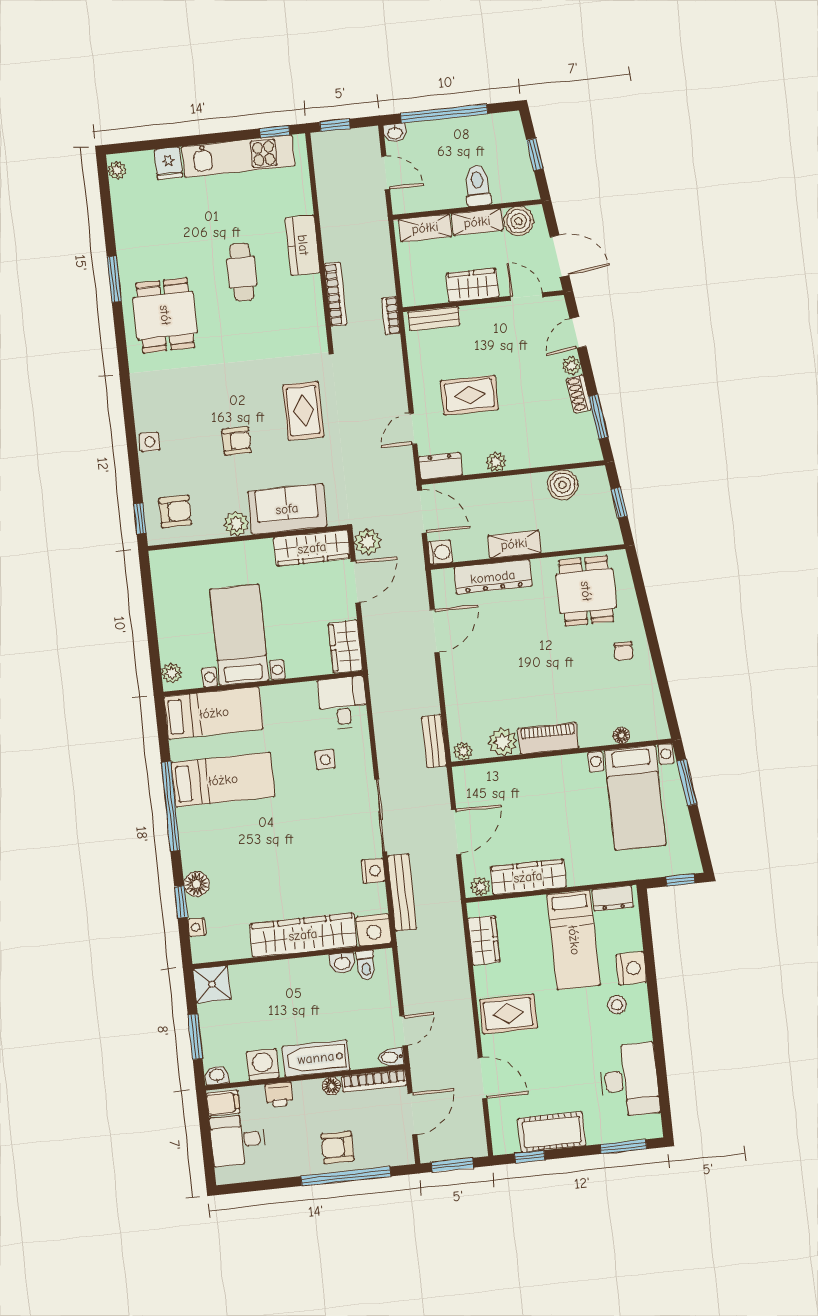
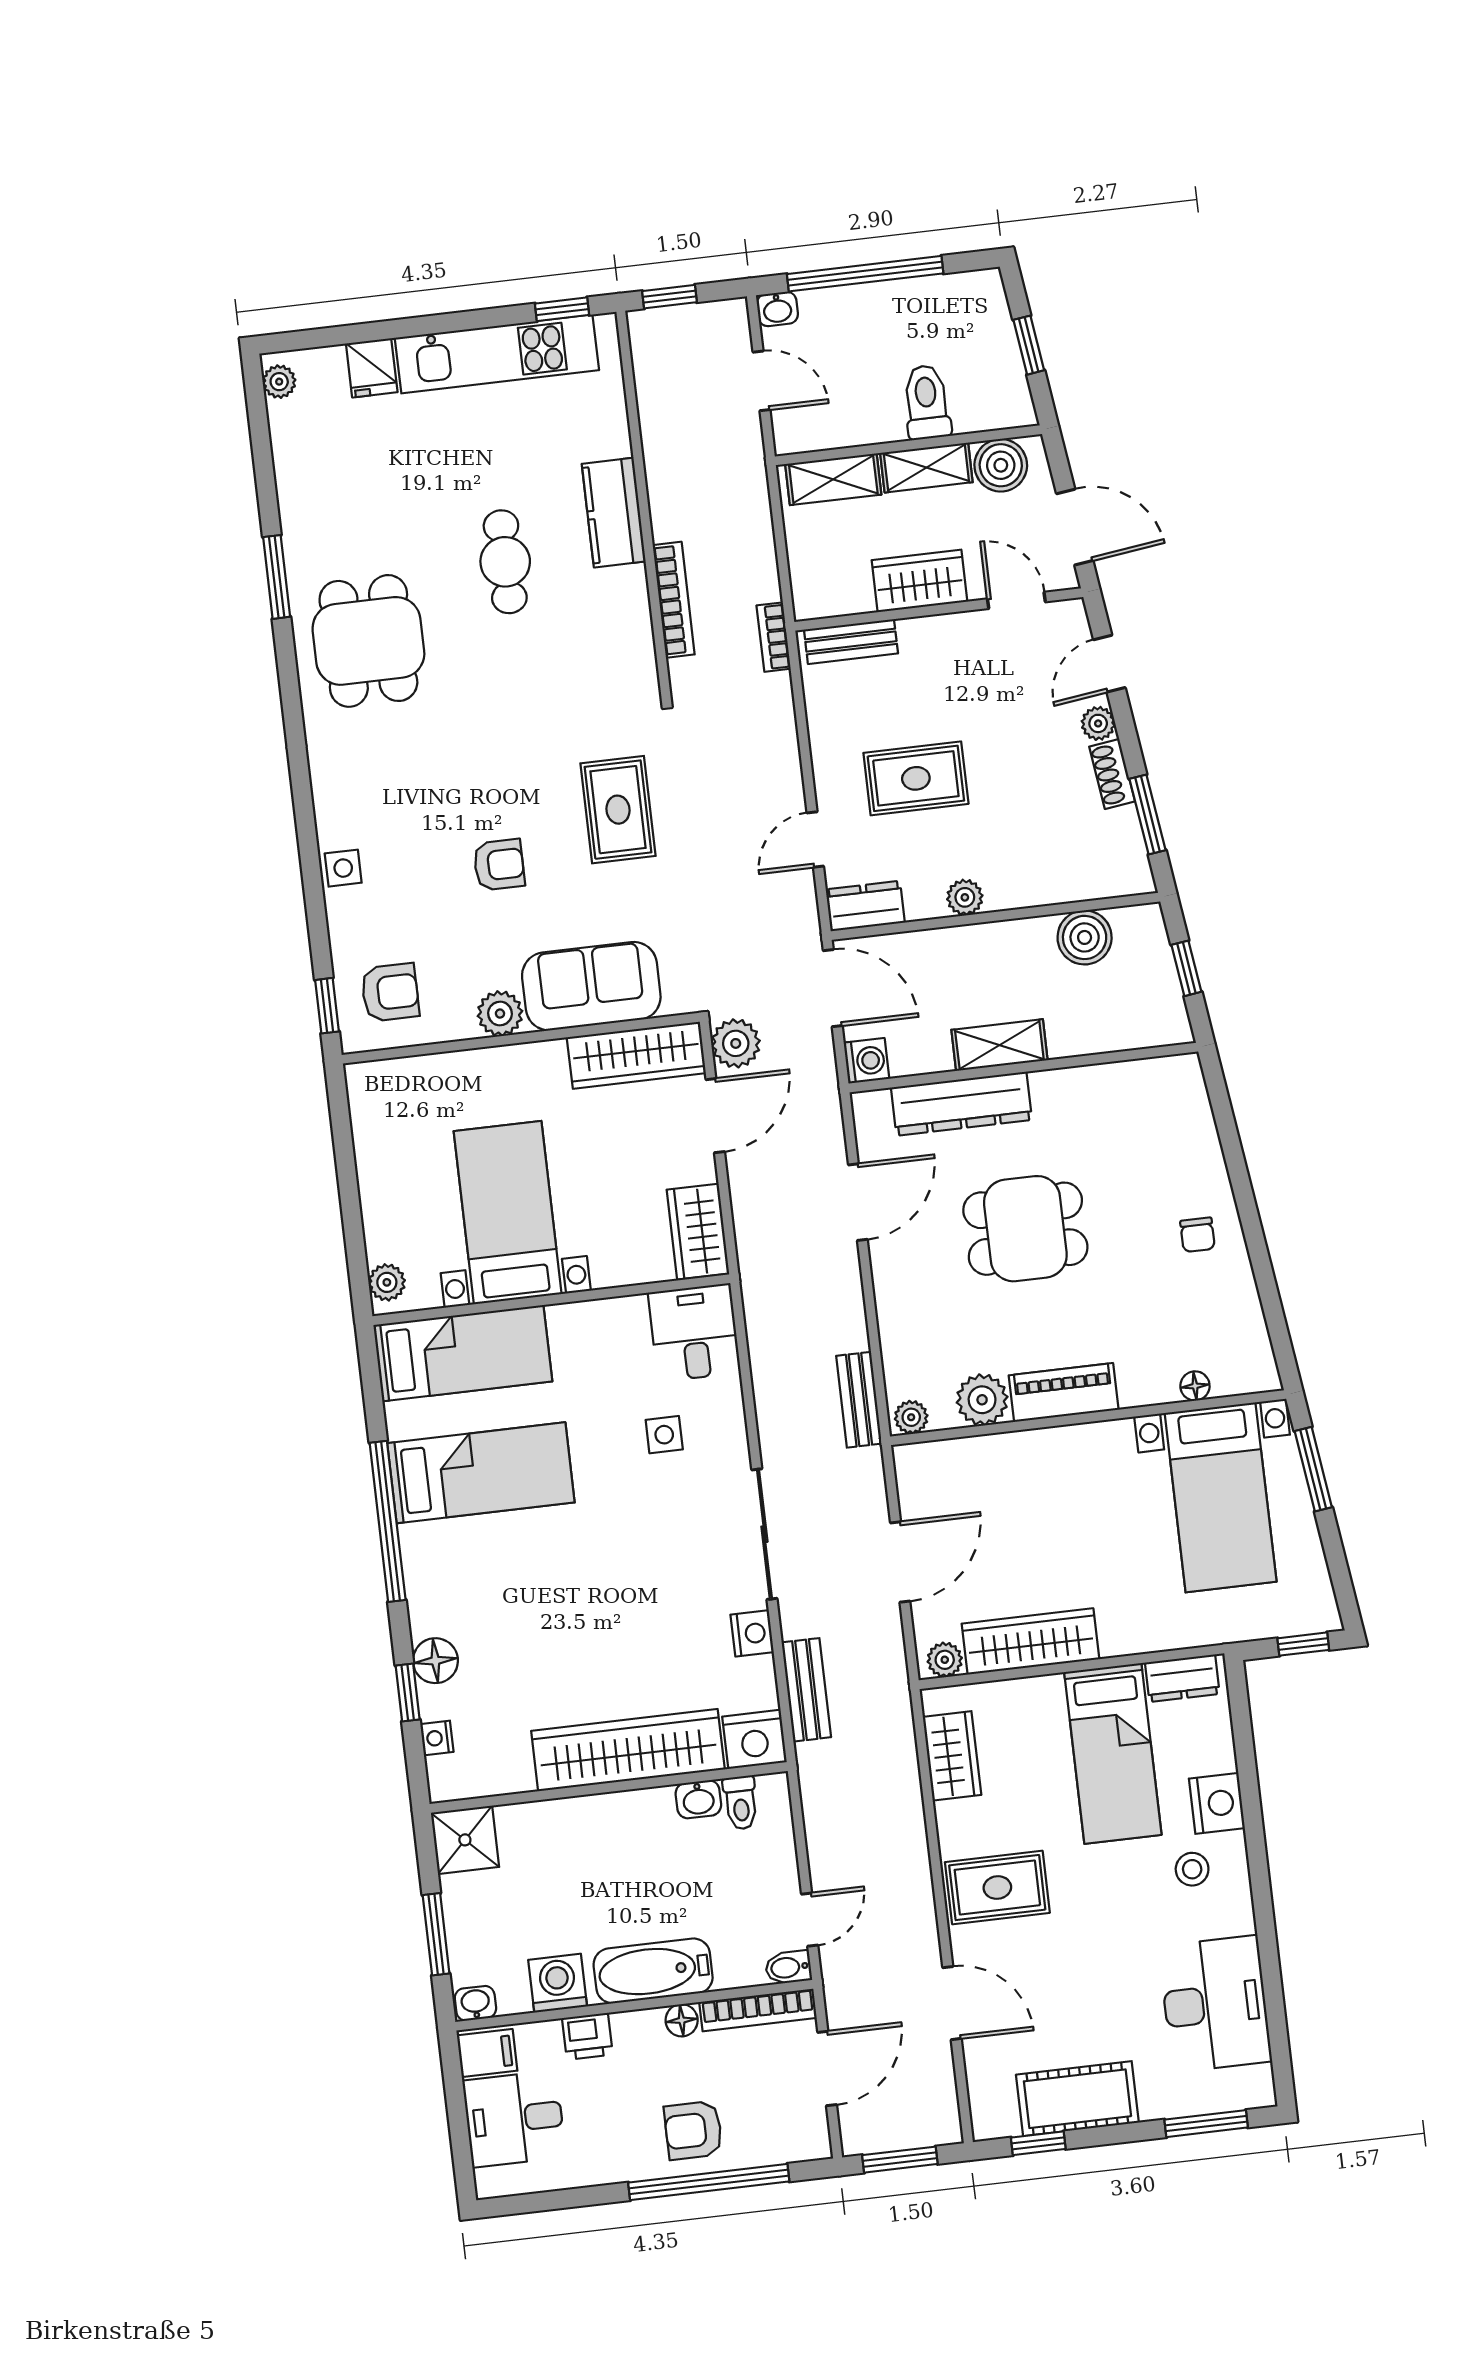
dining table: (586, 591) -> (1025, 1229), moved, turned 90
bench: (402, 893) -> (806, 1690), width x0.73

